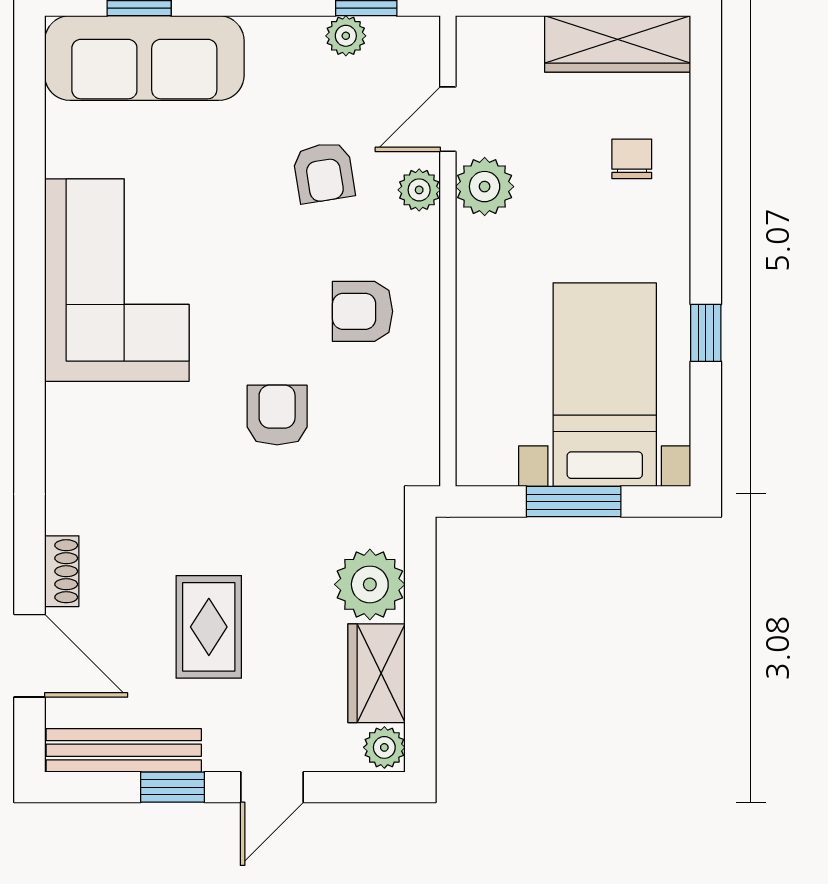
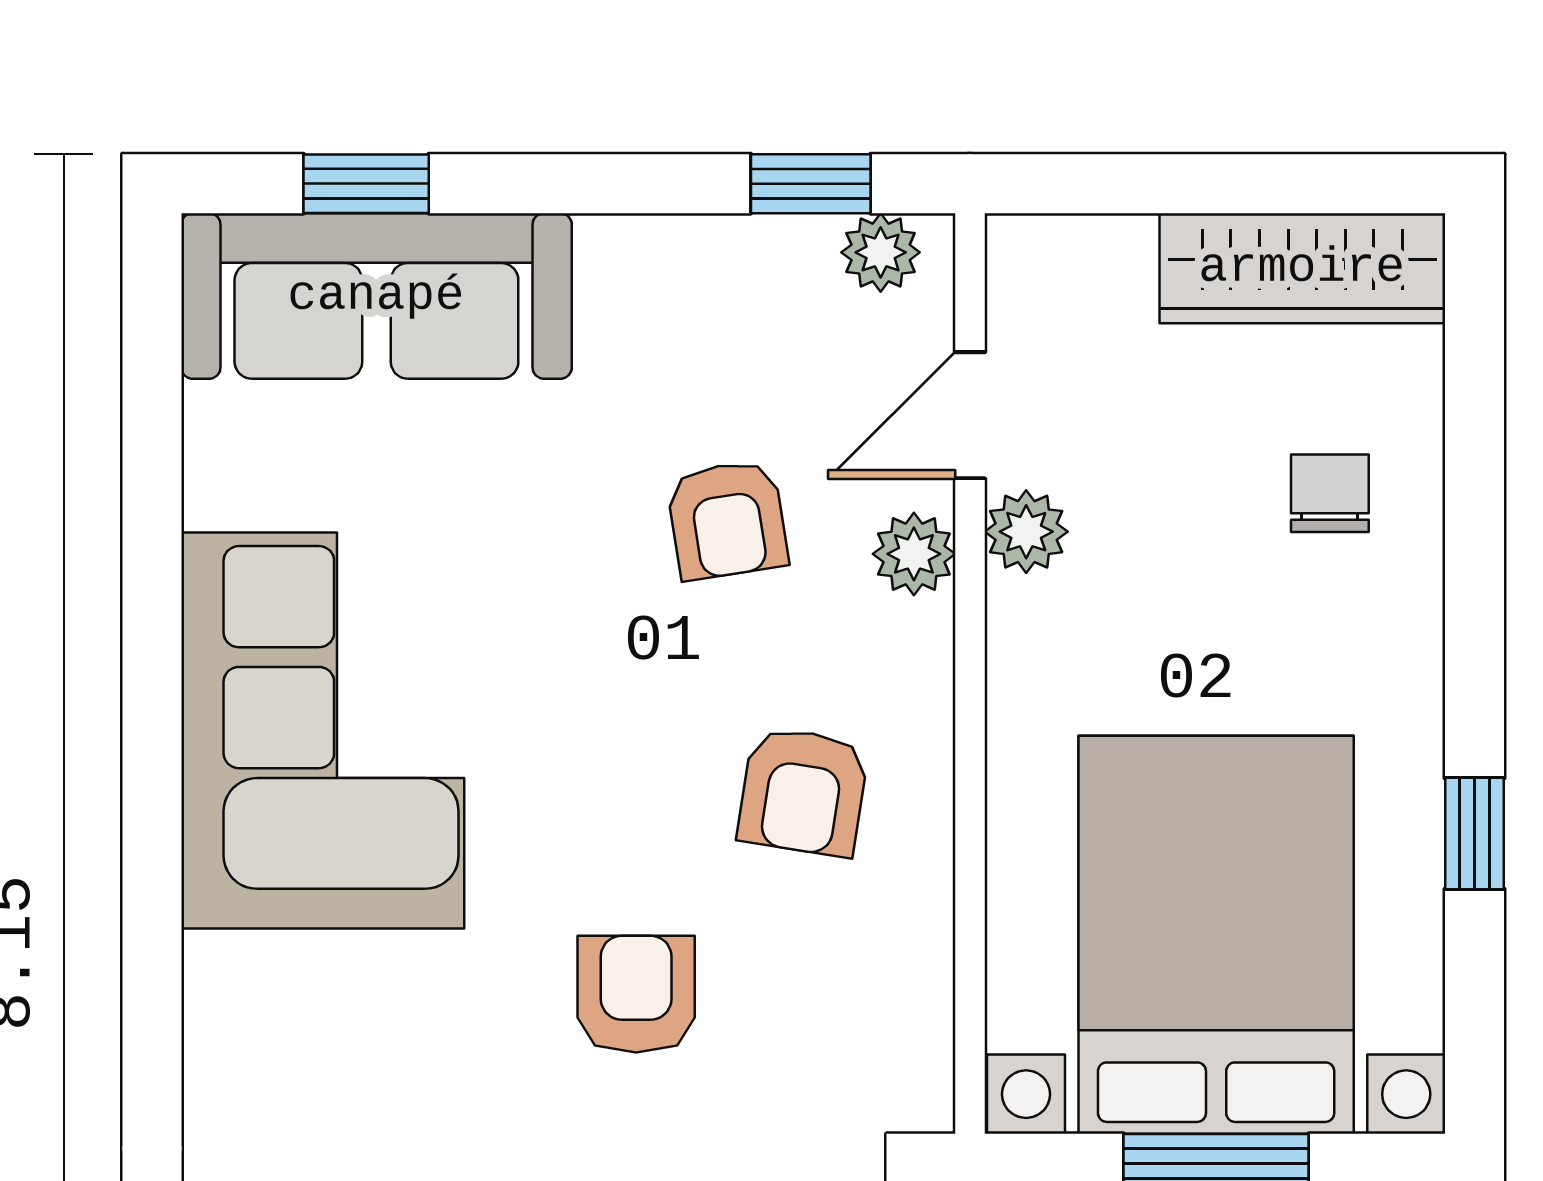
plant: (346, 36) -> (881, 252), moved
plant: (485, 187) -> (1026, 532), width x0.73, depth x0.73
armchair: (362, 311) -> (803, 791), turned -81
bed with nightstands: (605, 385) -> (1216, 935), width x1.36

